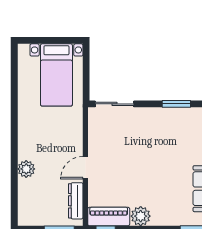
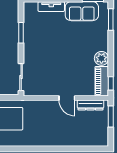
plant: (26, 169) -> (68, 140), removed

